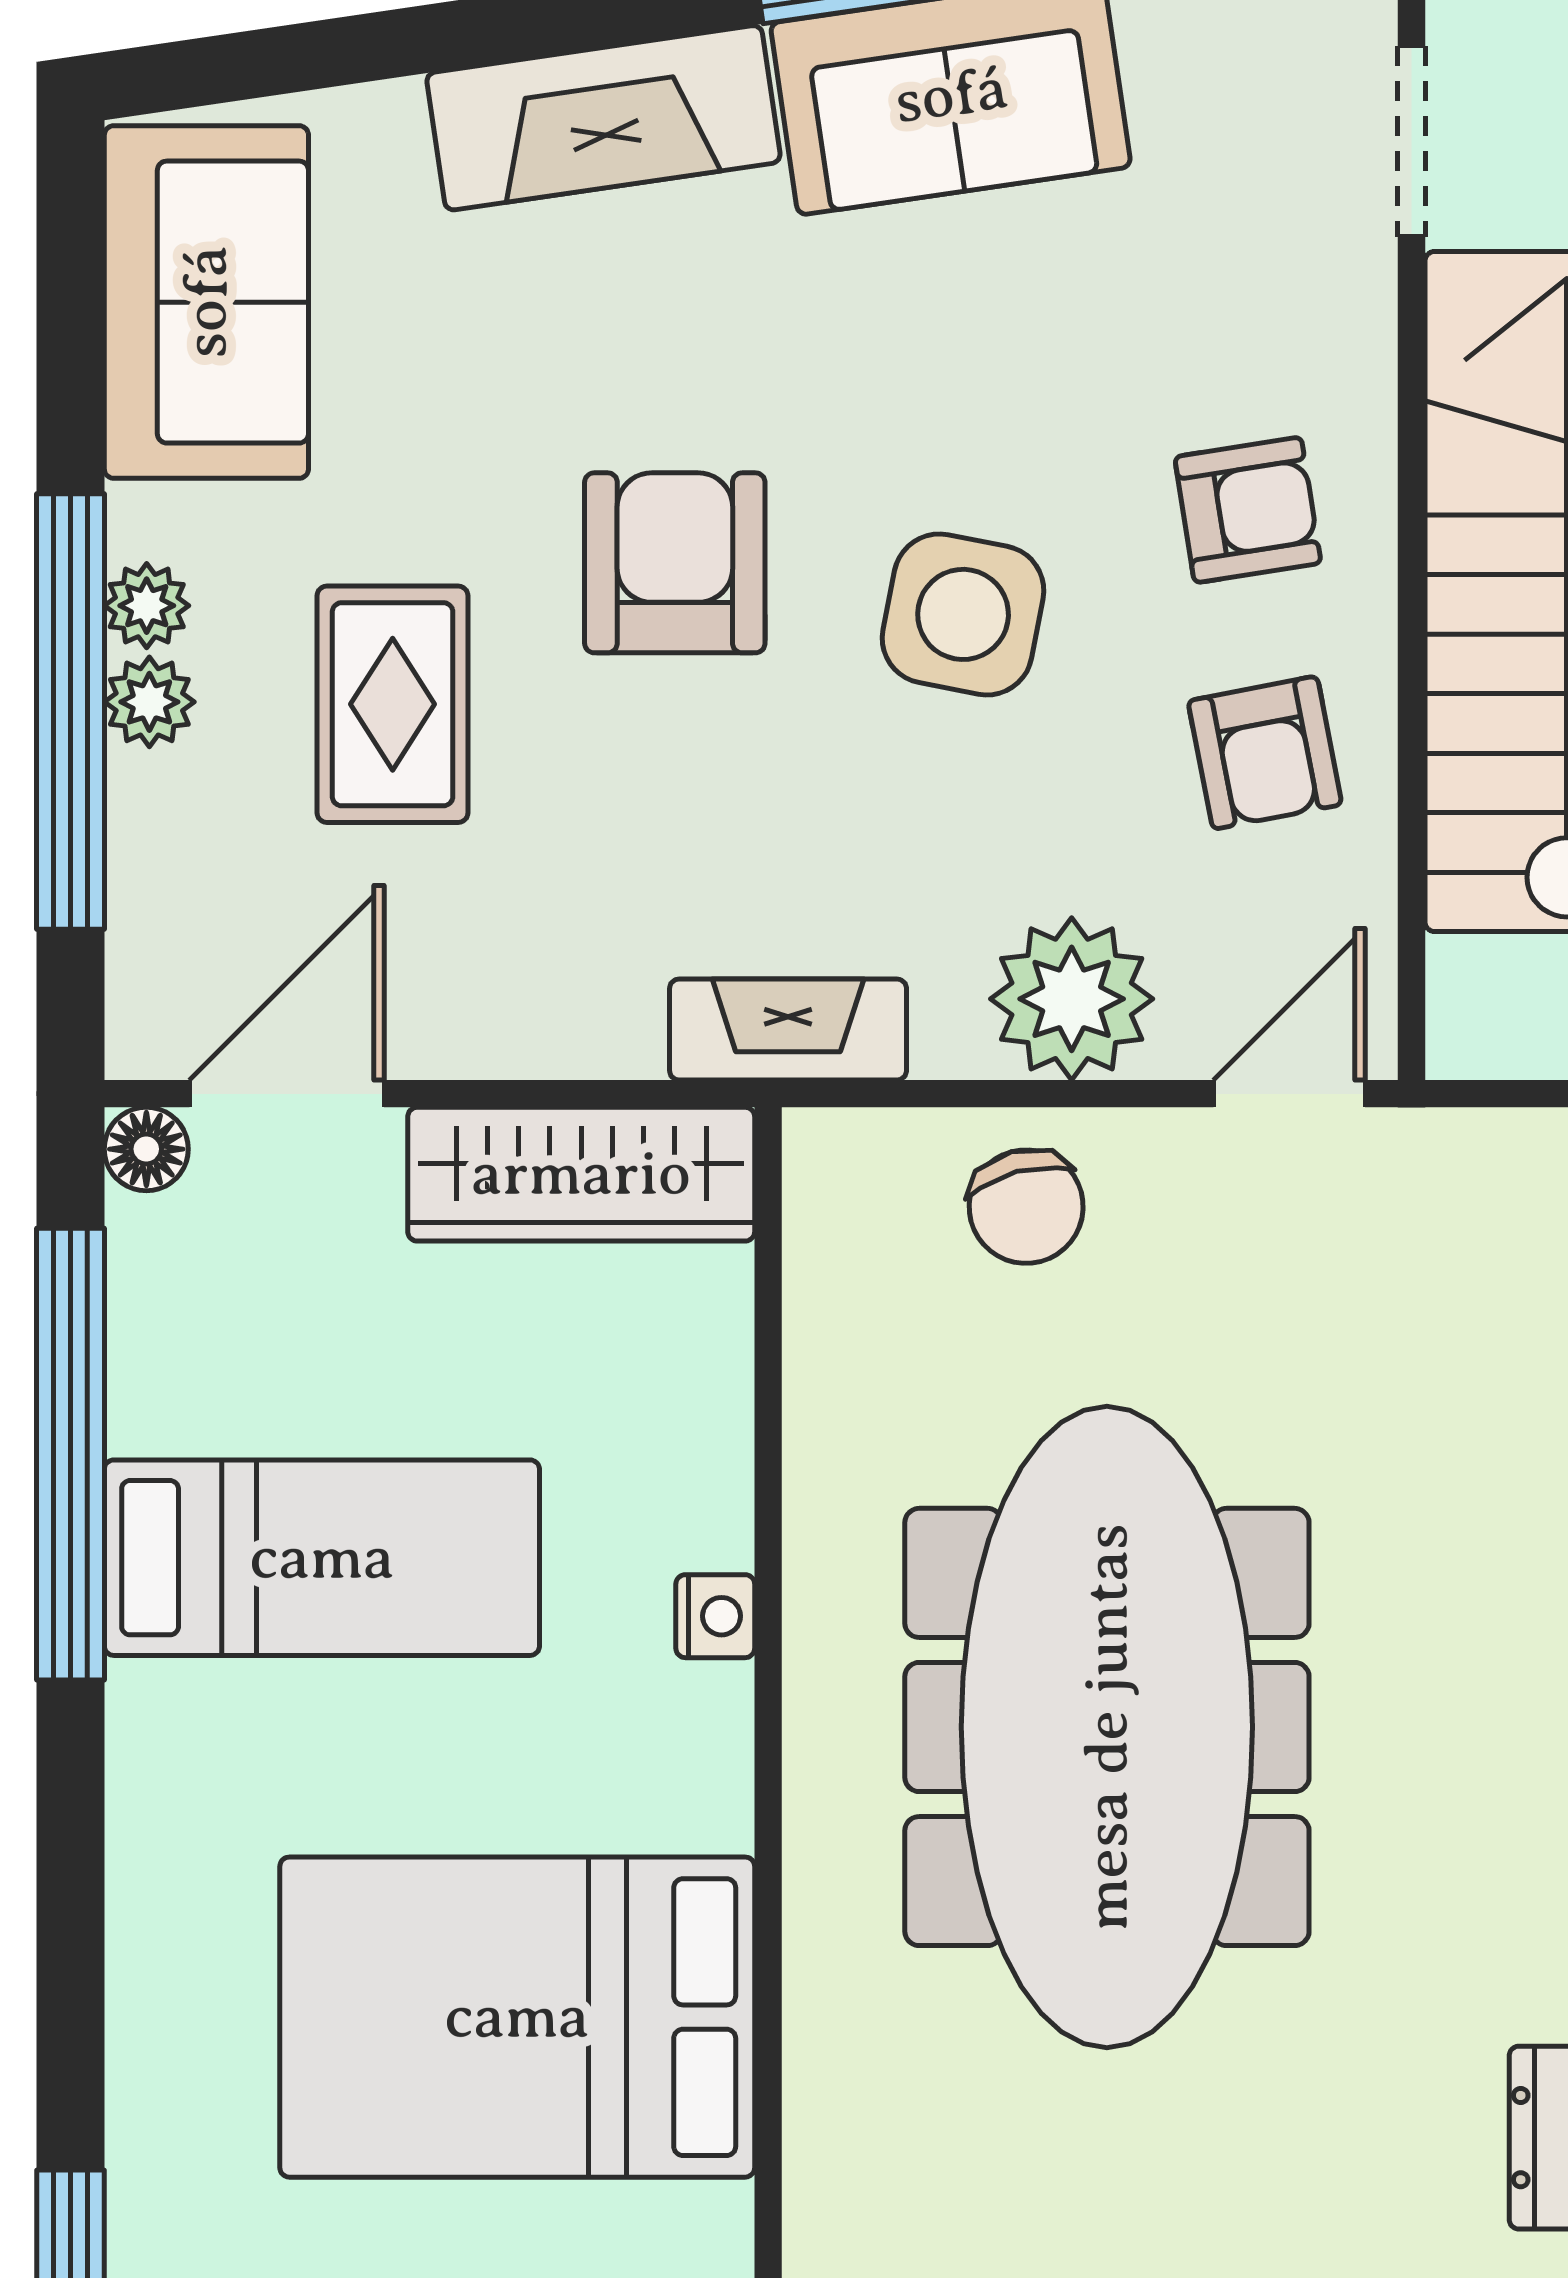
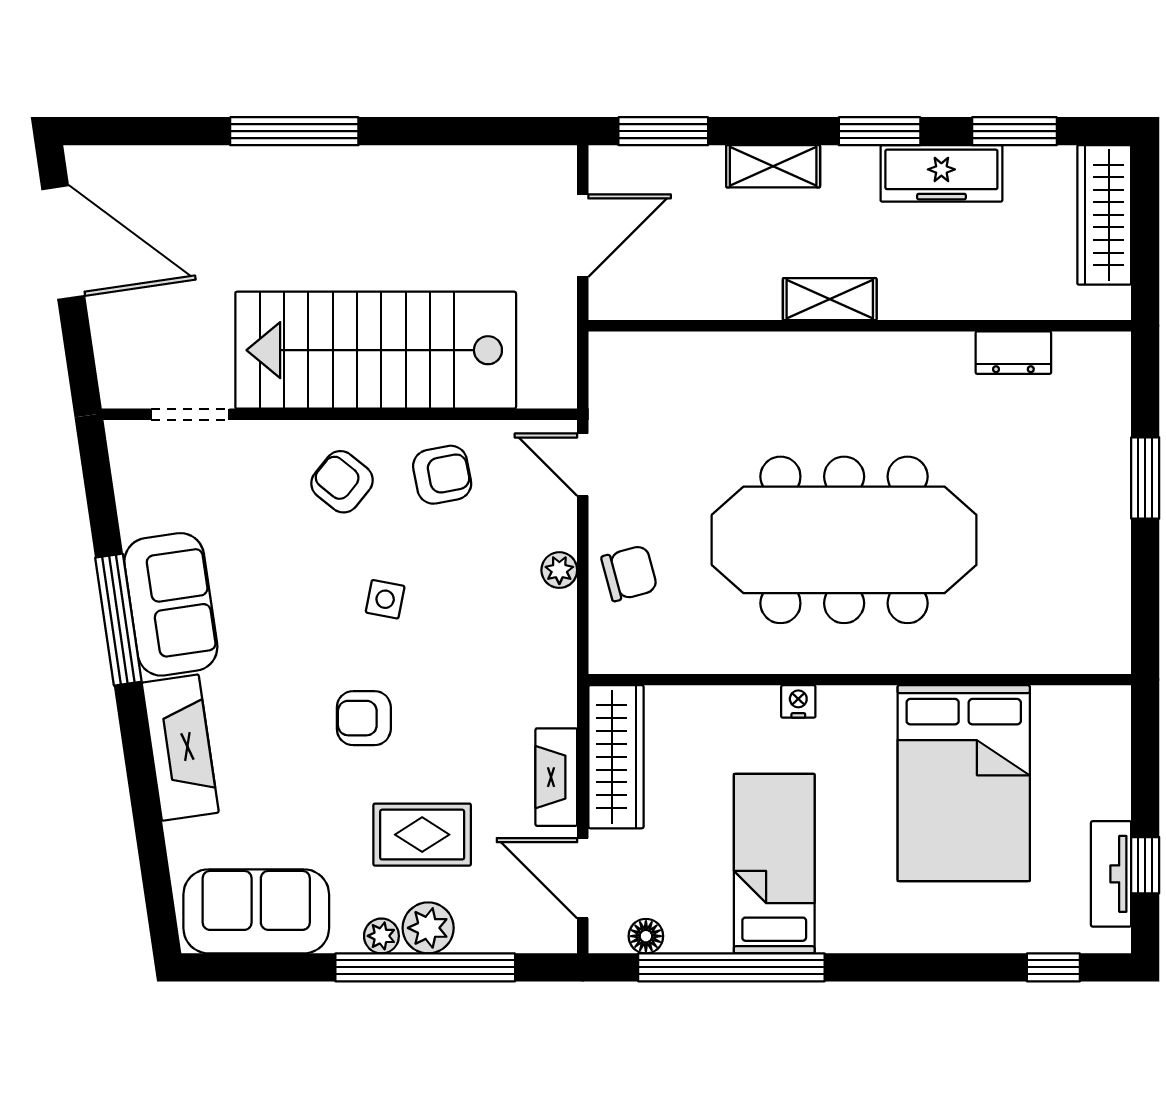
armchair: (1248, 510) -> (342, 482), turned -42
armchair: (675, 563) -> (364, 718), width x0.72, depth x0.72
side table: (963, 614) -> (385, 599), width x0.54, depth x0.54
plant: (149, 702) -> (428, 928), width x1.38, depth x1.38
plant: (1072, 999) -> (559, 570), width x0.53, depth x0.53
fireplace: (788, 1030) -> (556, 777), moved
floor lamp: (146, 1149) -> (646, 936), moved

